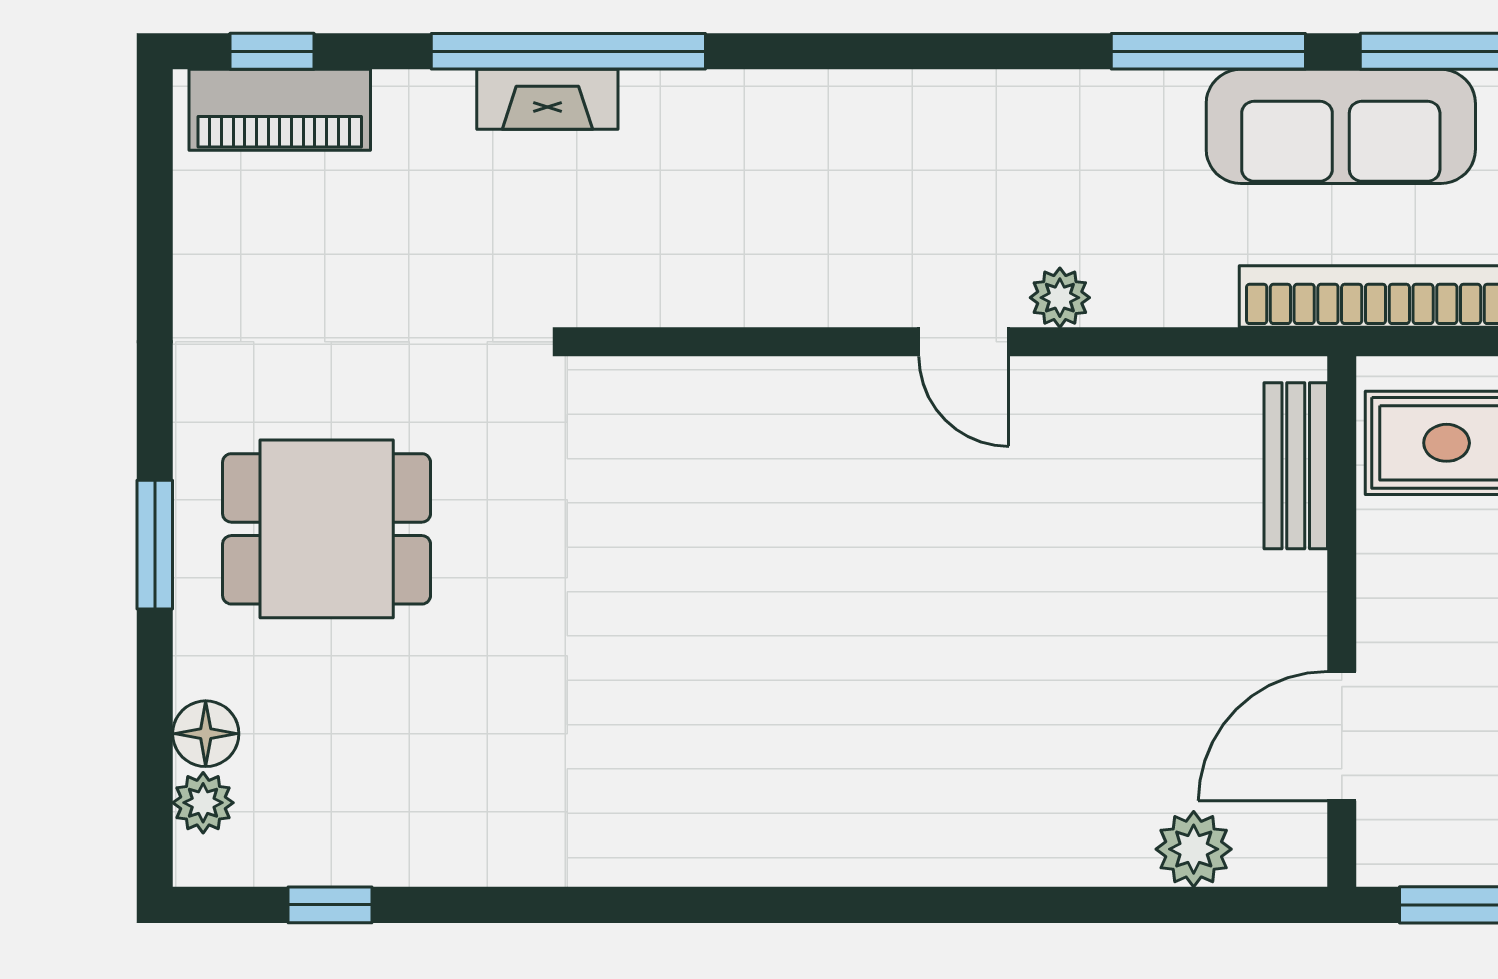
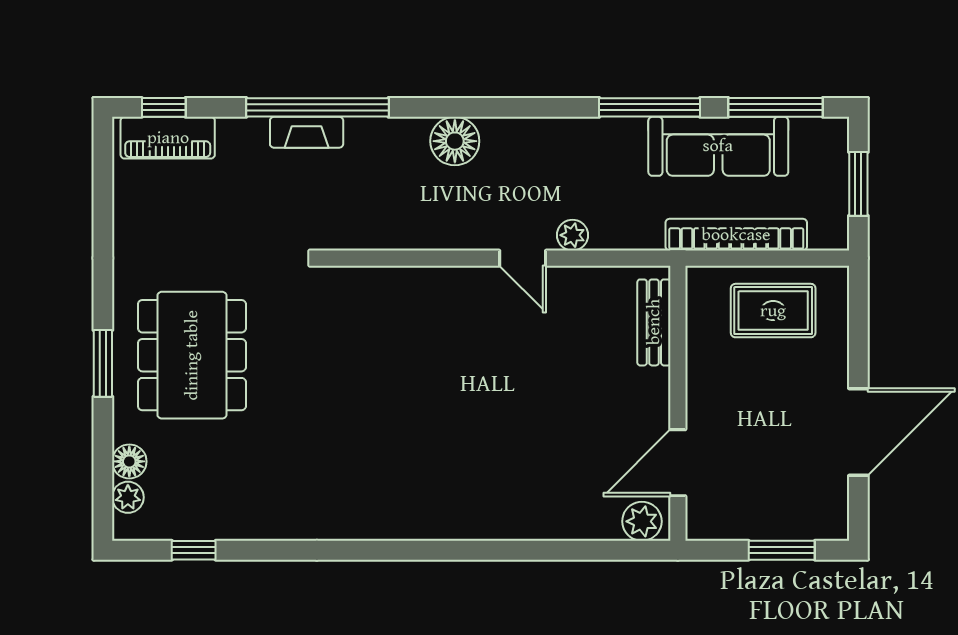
floor lamp: (833, 116) -> (455, 141), added
bench: (1296, 466) -> (654, 322), moved
dining table: (327, 529) -> (192, 355), width x1.38
wall: (1342, 622) -> (678, 403), moved
door: (1342, 736) -> (678, 463), moved

